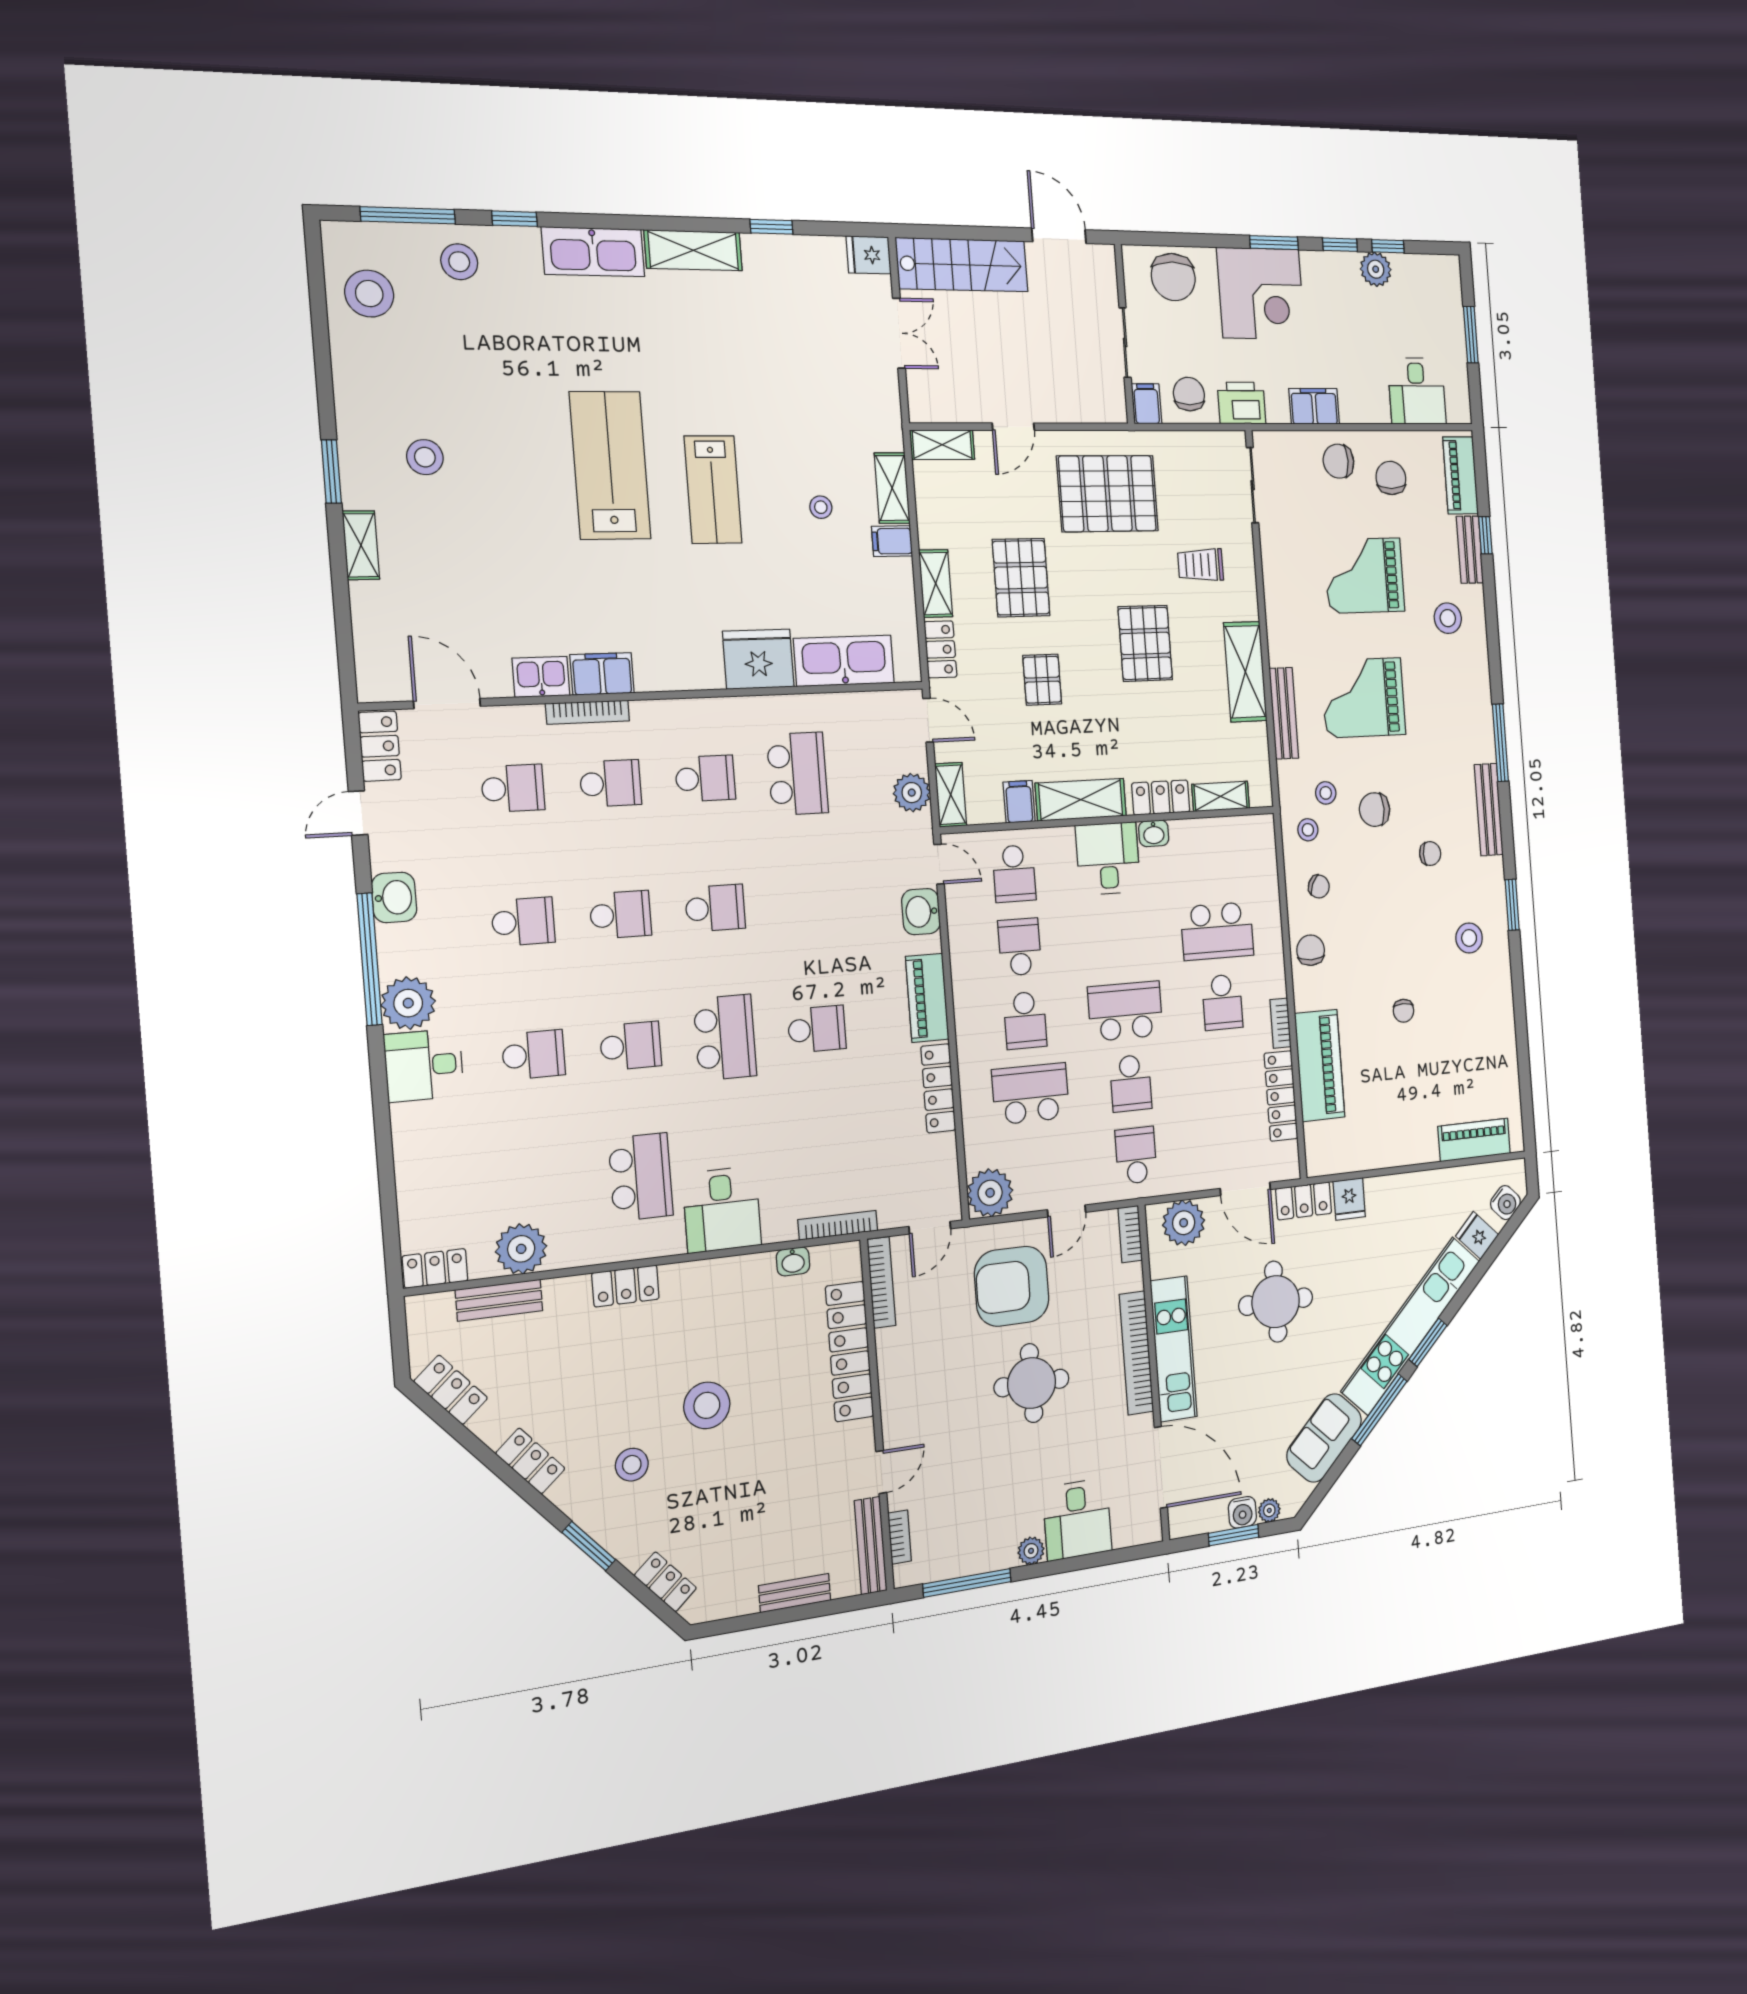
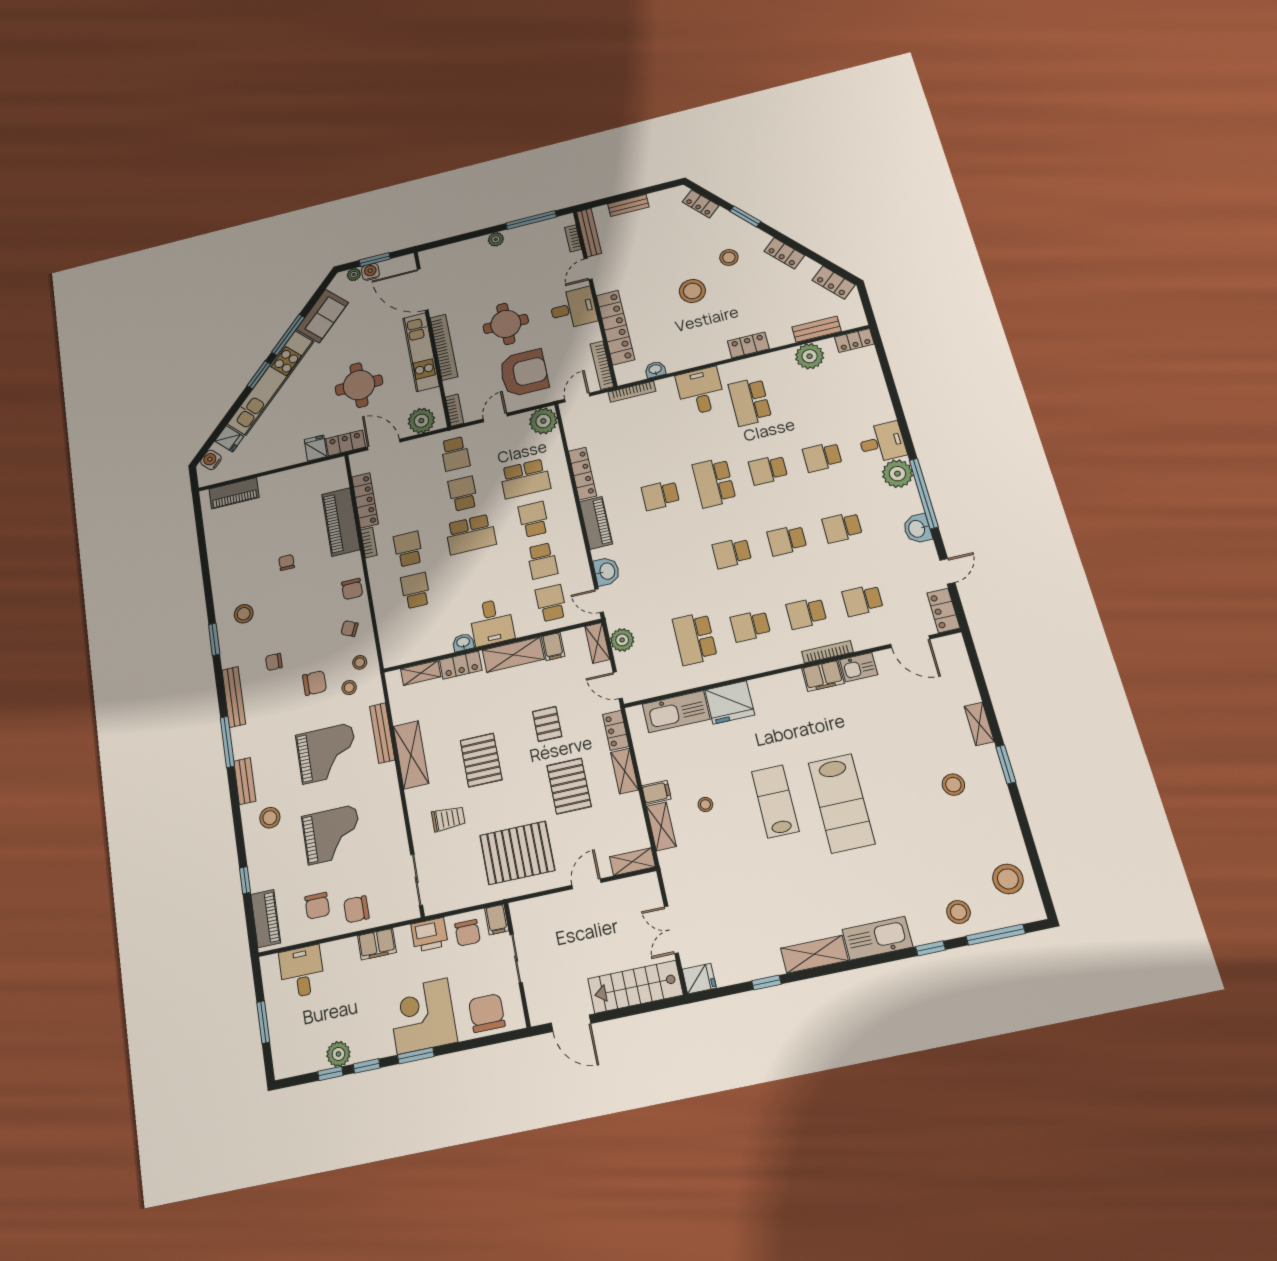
chair: (1338, 461) -> (356, 909), turned 180
bench: (1470, 550) -> (245, 781), moved
school desk: (1217, 931) -> (416, 591), width x0.54
desk: (1077, 1519) -> (573, 308), moved, turned 90

